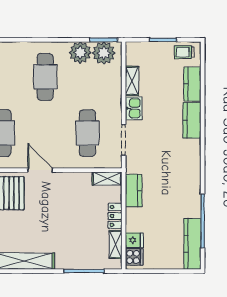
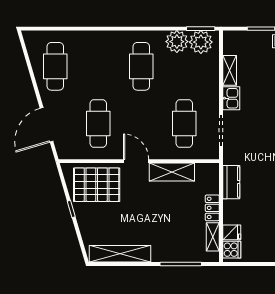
shelving: (107, 178) -> (172, 172), moved, width x1.50, depth x1.33

